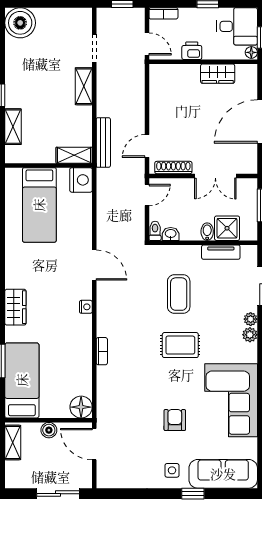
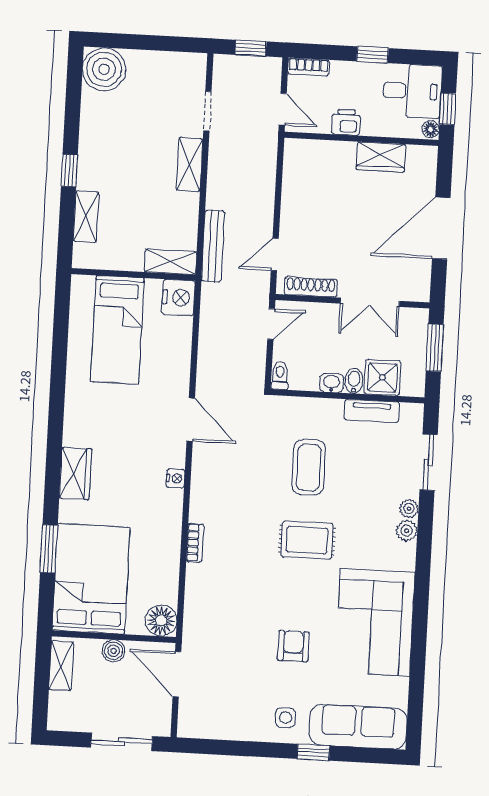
washbasin: (171, 234) -> (331, 383), moved
bed: (22, 380) -> (91, 579), width x1.50

